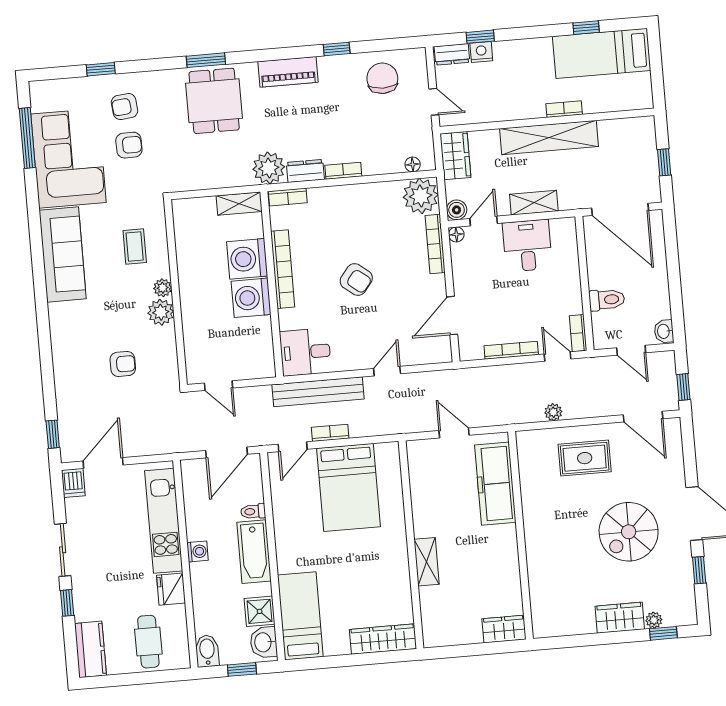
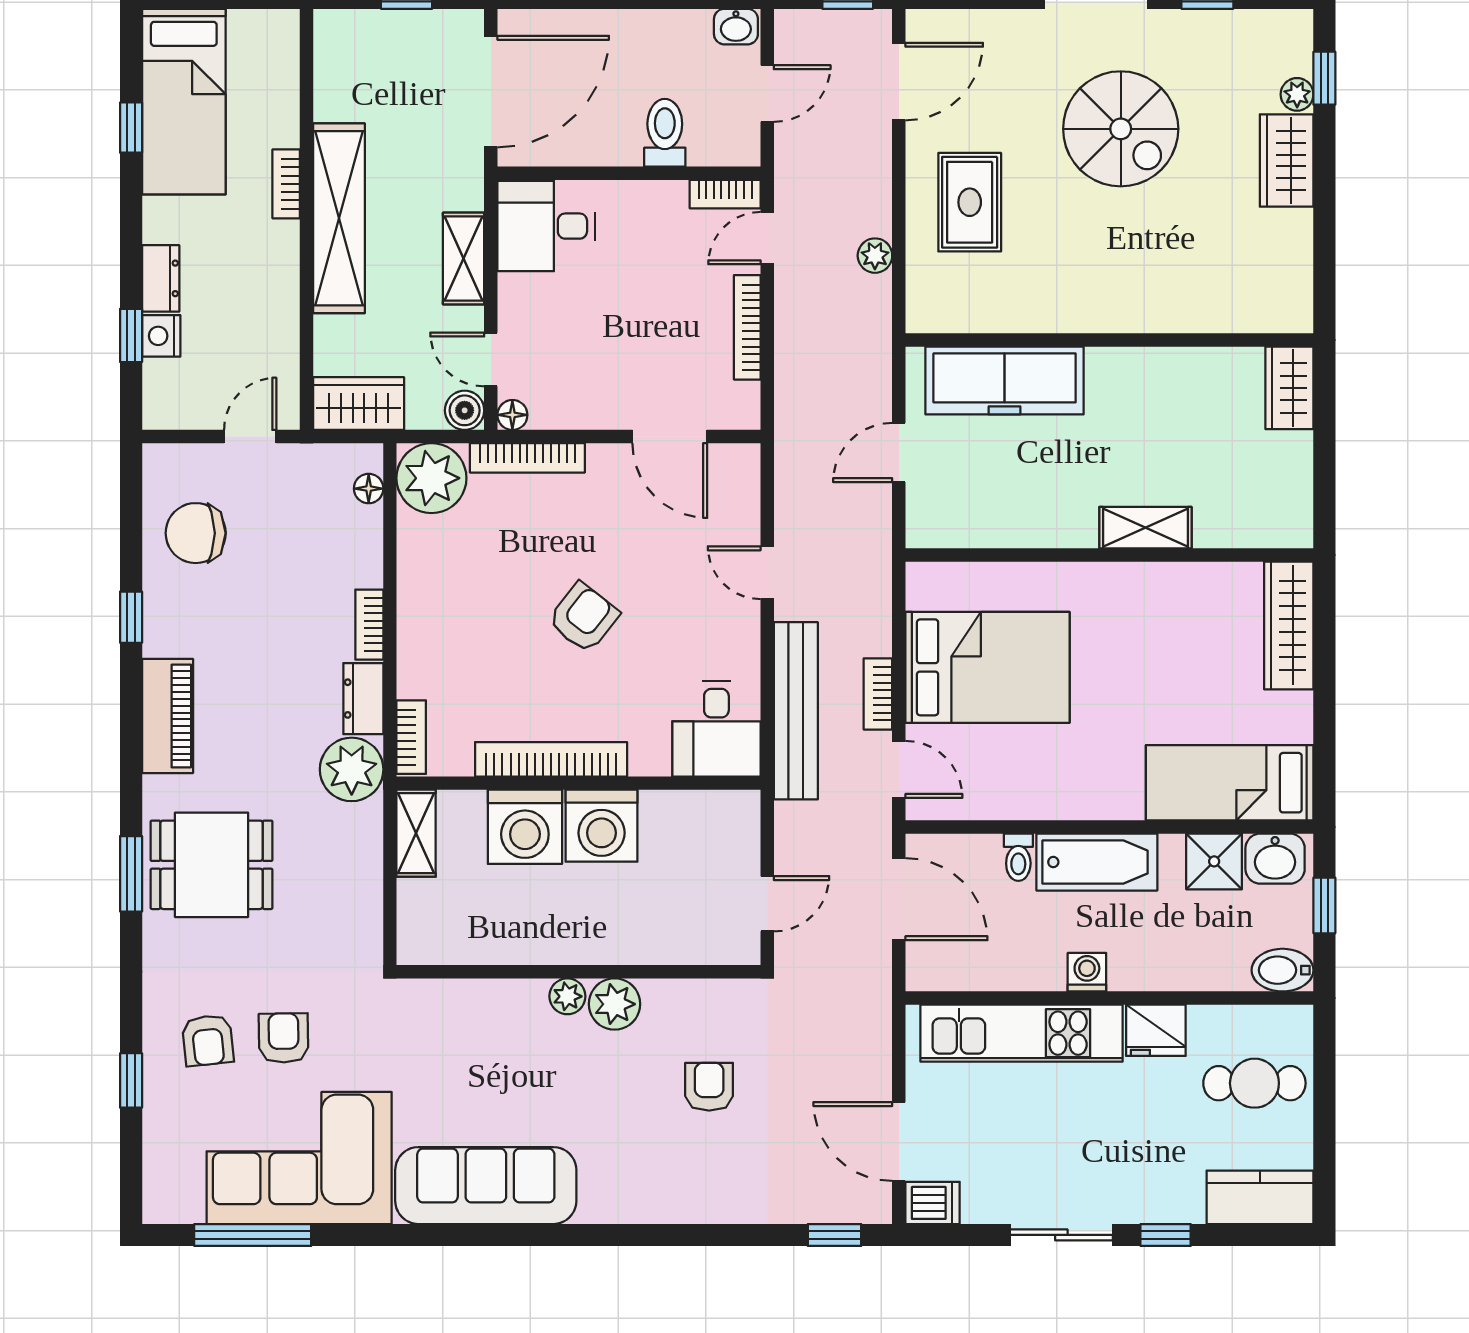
dresser: (452, 54) -> (161, 278), moved
coffee table: (135, 246) -> (482, 1044), removed
desk: (527, 246) -> (546, 226), moved

